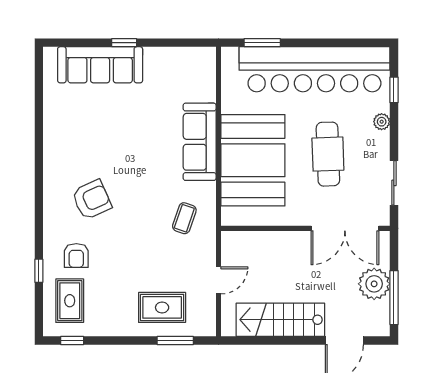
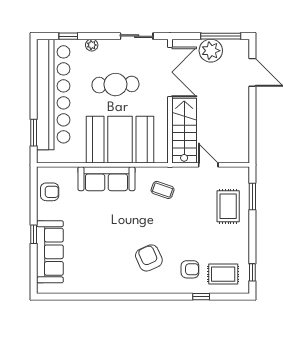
armchair: (182, 64) -> (50, 192), added
stairs: (280, 320) -> (184, 131), moved, turned 180

